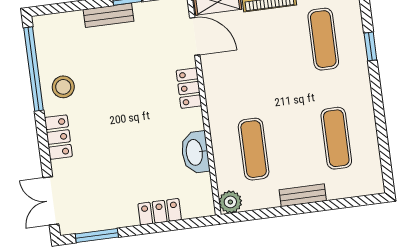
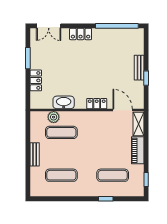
door: (195, 36) -> (123, 110), swing flipped
stool: (63, 87) -> (106, 40), removed
double door: (51, 201) -> (49, 26), swing flipped
plant: (230, 202) -> (54, 117), moved
window: (97, 236) -> (28, 58), moved

